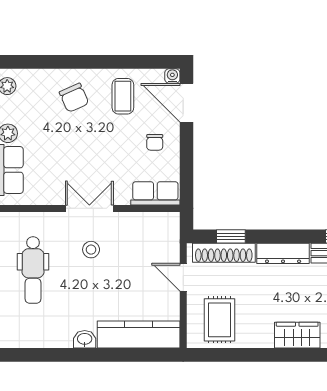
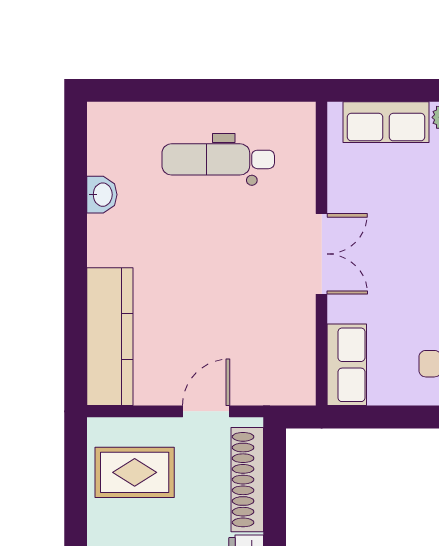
window: (231, 236) -> (275, 491), removed
stool: (91, 250) -> (252, 257), removed
washbasin: (85, 339) -> (102, 195), moved

